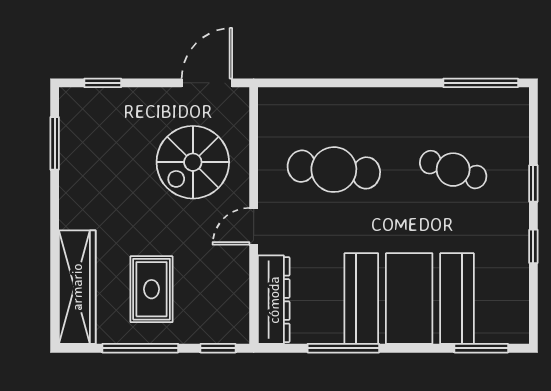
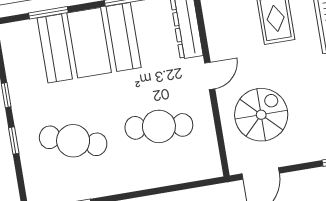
cafe table: (453, 170) -> (73, 141), width x1.37, depth x1.35
window: (481, 348) -> (48, 13), moved

